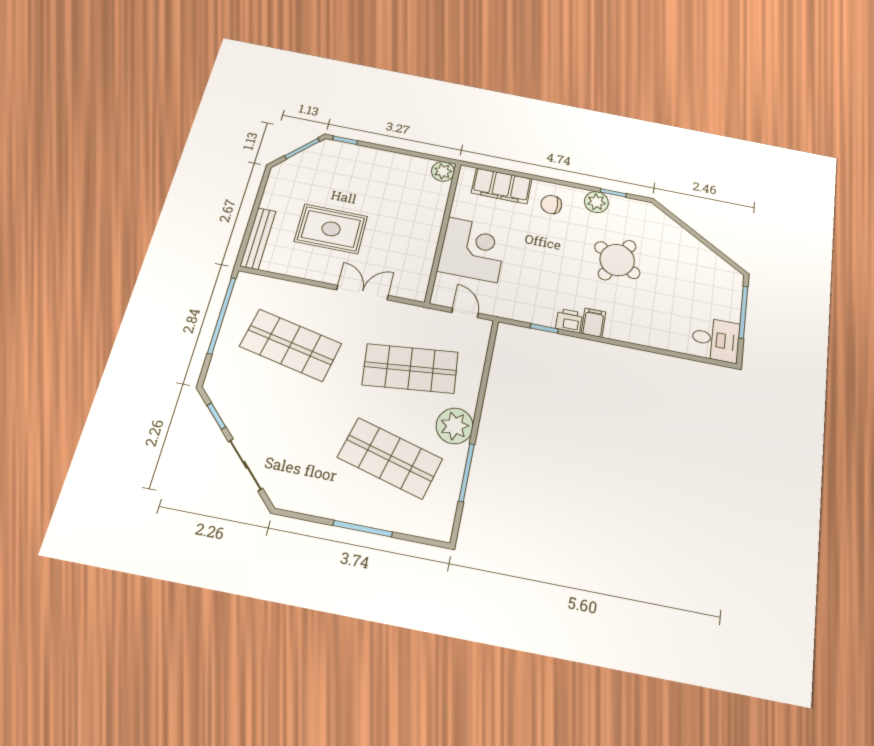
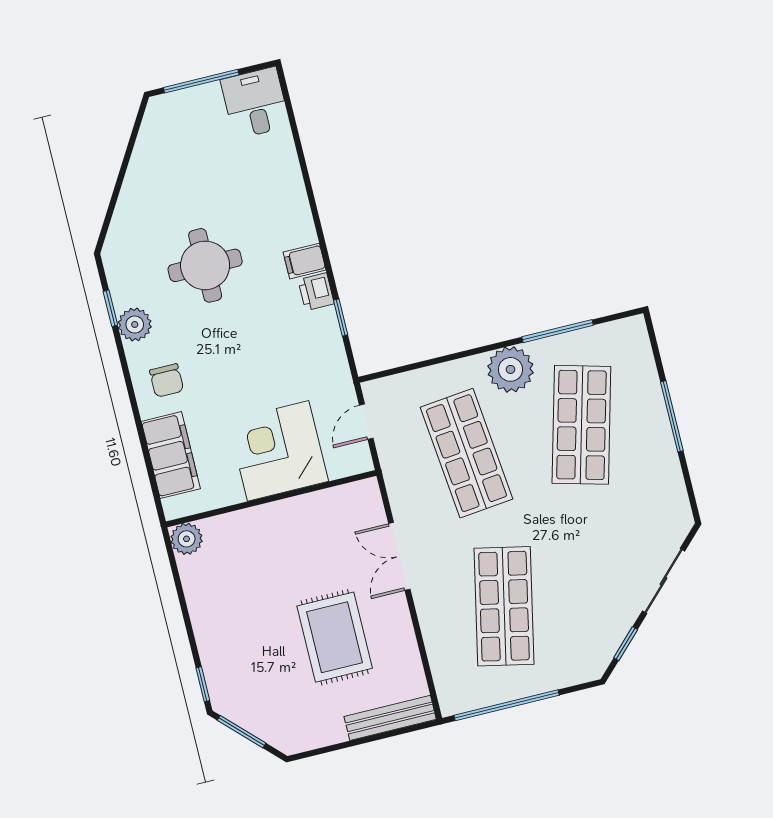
round table: (617, 260) -> (205, 265), turned -30

